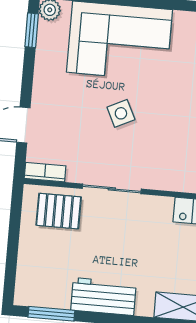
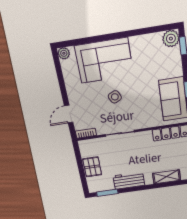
window: (32, 30) -> (58, 66), removed
pallet: (59, 211) -> (92, 167), moved, turned 90

